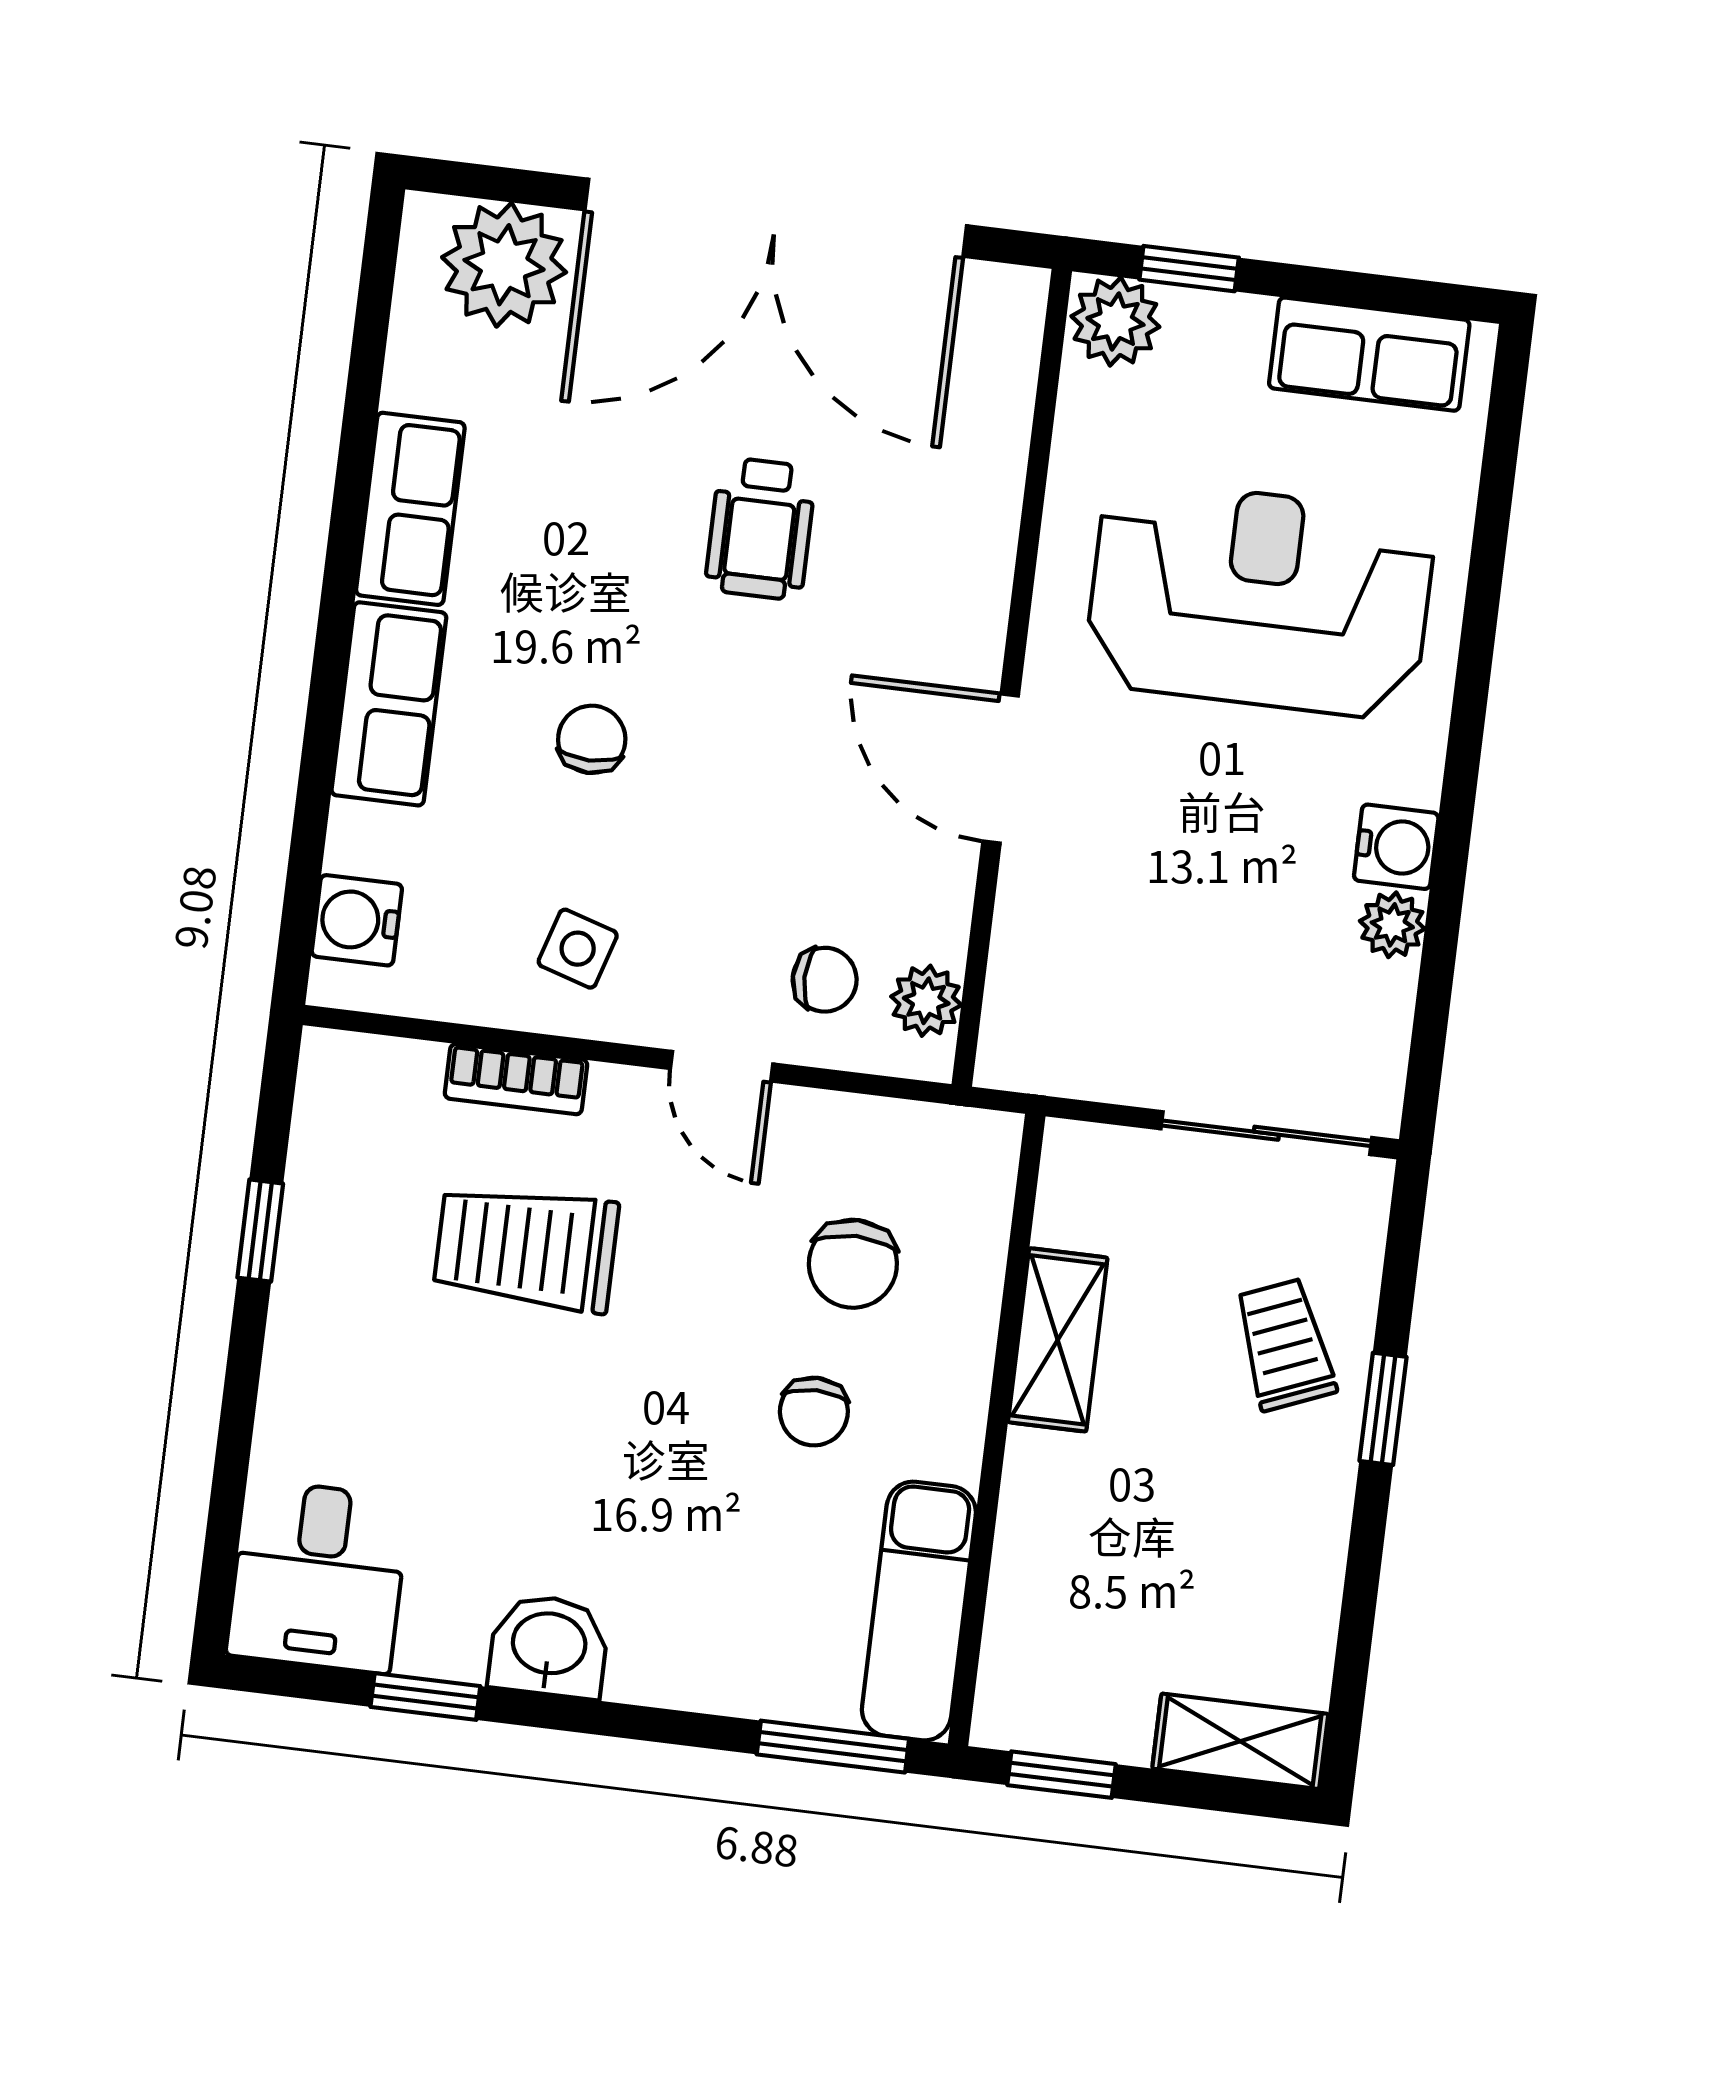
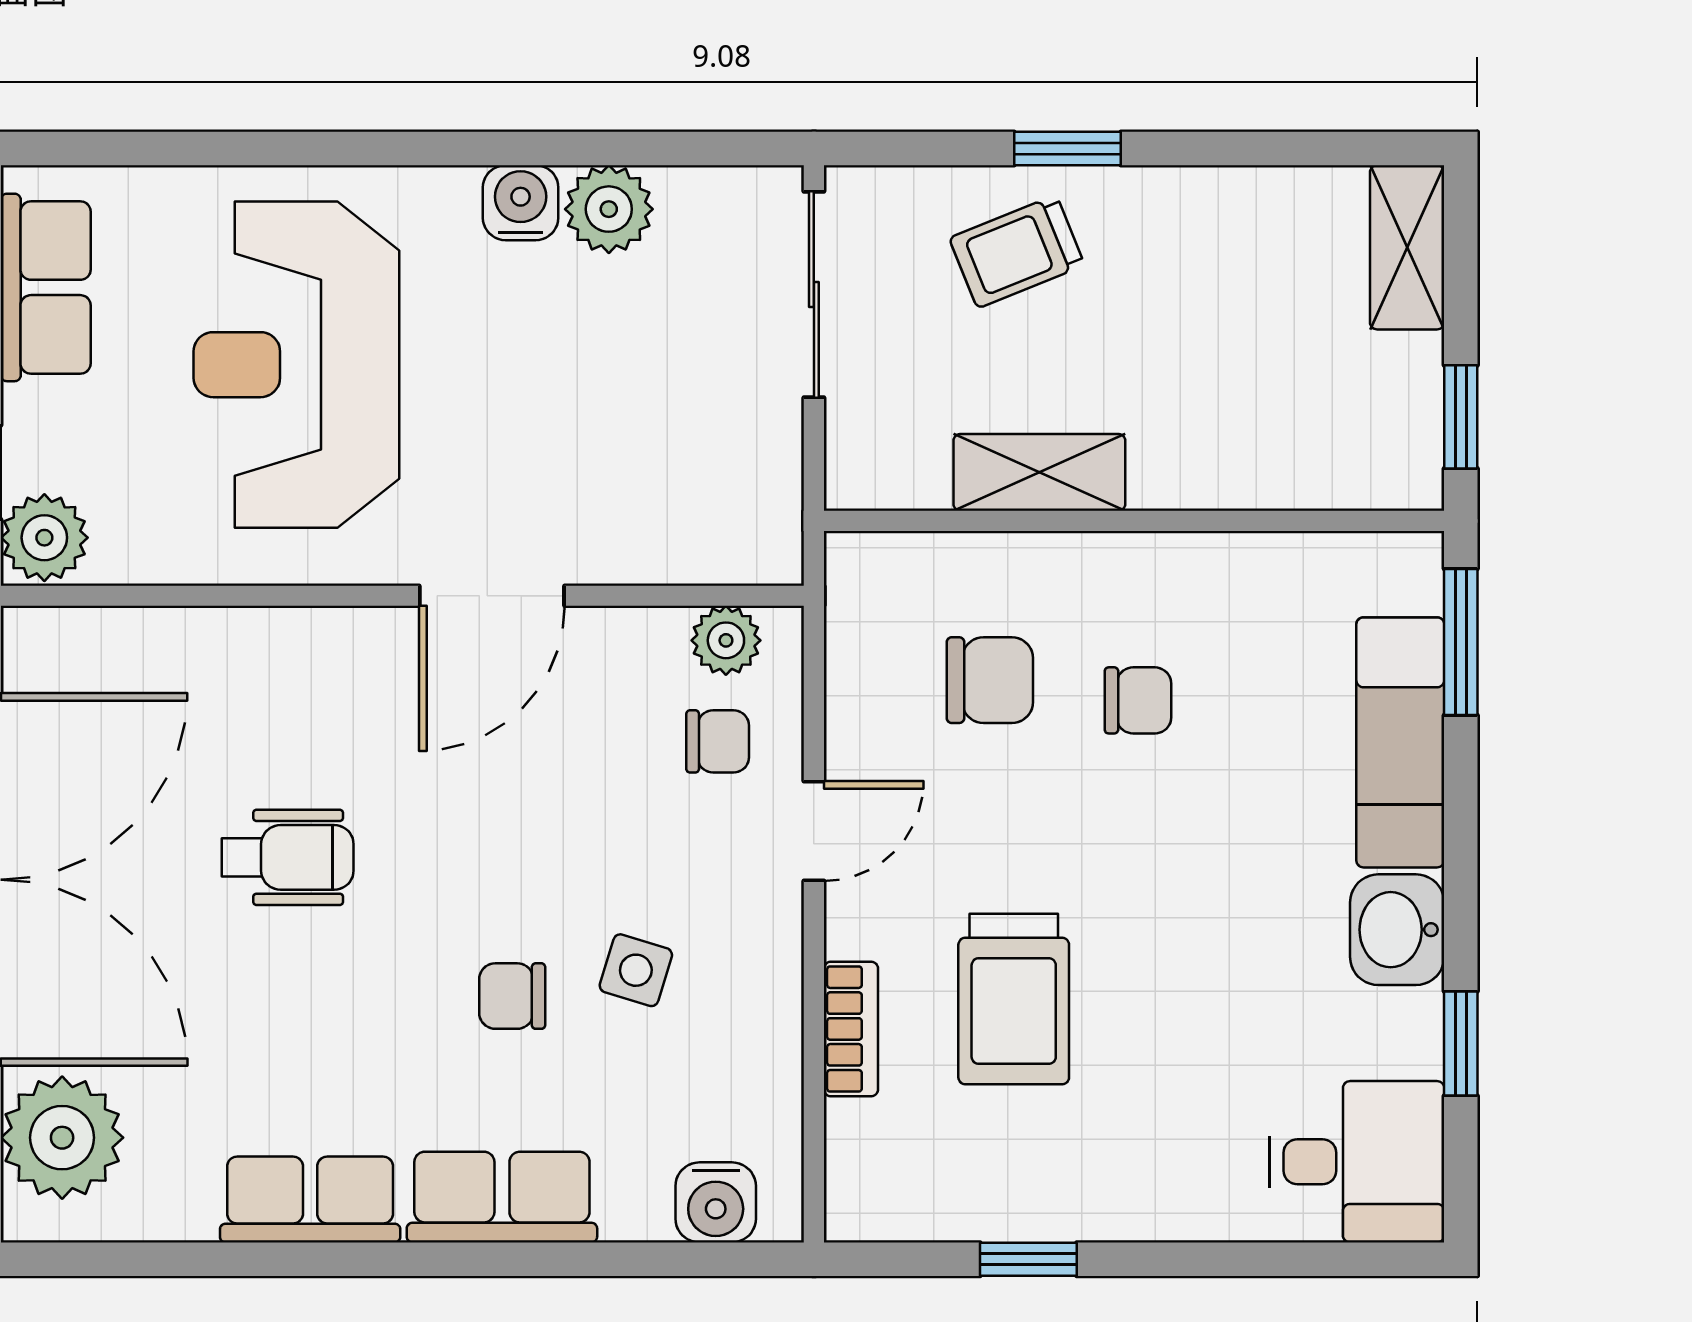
plant: (1392, 925) -> (609, 209), width x1.38, depth x1.38
side table: (578, 949) -> (636, 970), moved
chair: (825, 980) -> (718, 741), turned 90
exam couch: (919, 1611) -> (1400, 742), moved, turned 90

